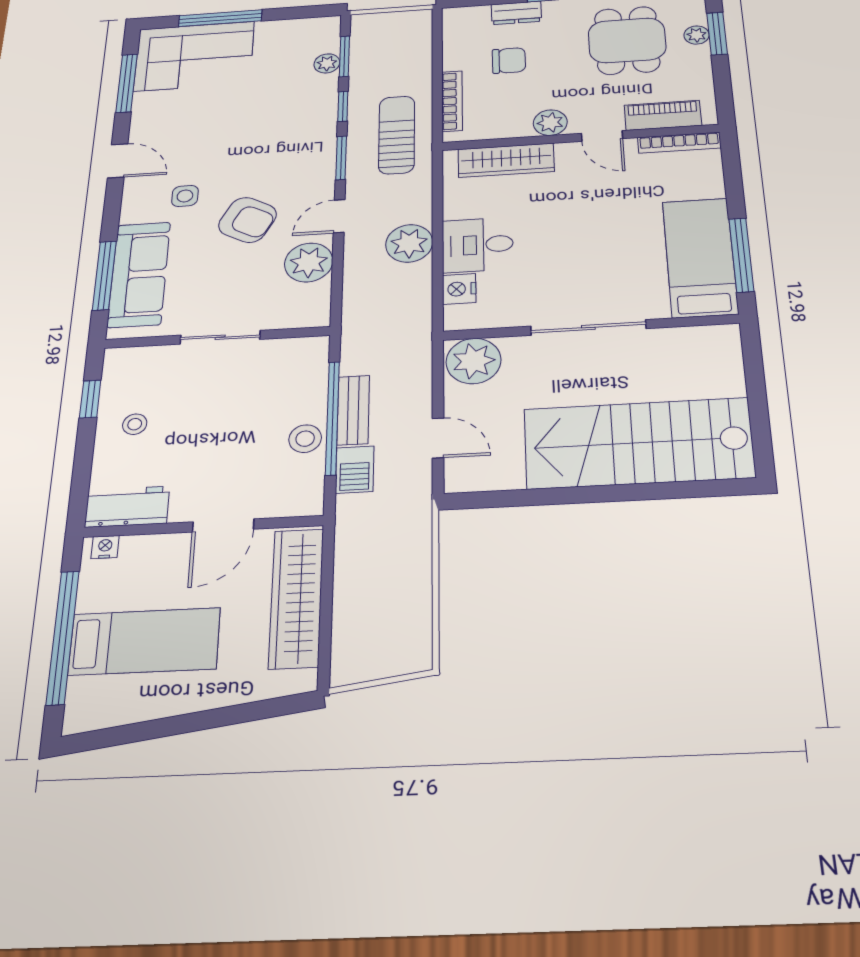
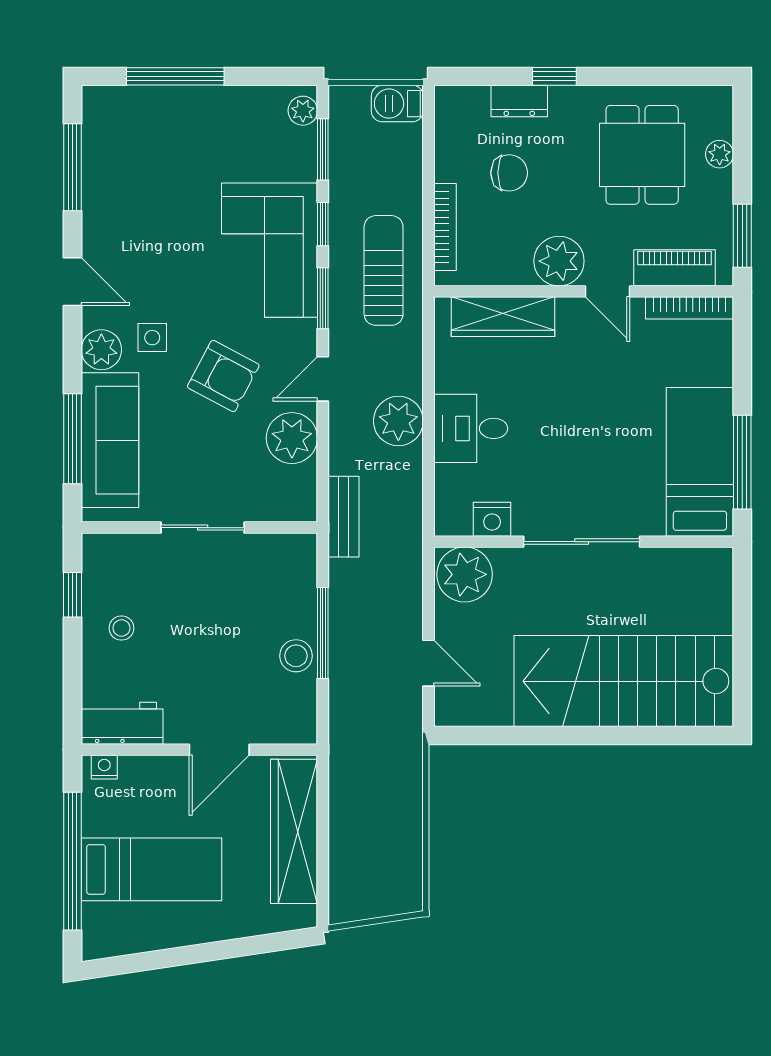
window: (717, 34) -> (742, 236), moved
corner sofa: (194, 56) -> (269, 250), moved, turned 90
plant: (327, 63) -> (303, 111), moved
plant: (550, 123) -> (559, 261), width x1.36, depth x1.36
plant: (138, 208) -> (101, 350), added
nightstand: (459, 289) -> (492, 519), moved, turned -90
bench: (353, 410) -> (343, 517), moved
window: (332, 418) -> (323, 633), width x0.68
barbecue: (355, 470) -> (397, 104), moved, turned 90

